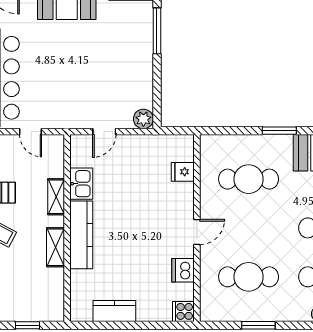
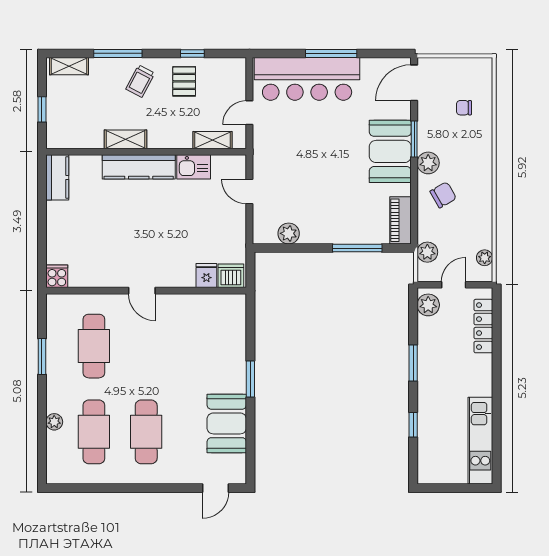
plant: (143, 119) -> (289, 233), moved
cafe table: (249, 179) -> (199, 346), removed
shelving: (56, 197) -> (212, 140), moved
dishwasher: (183, 270) -> (231, 276), moved
kitchen counter: (114, 311) -> (57, 177), moved

